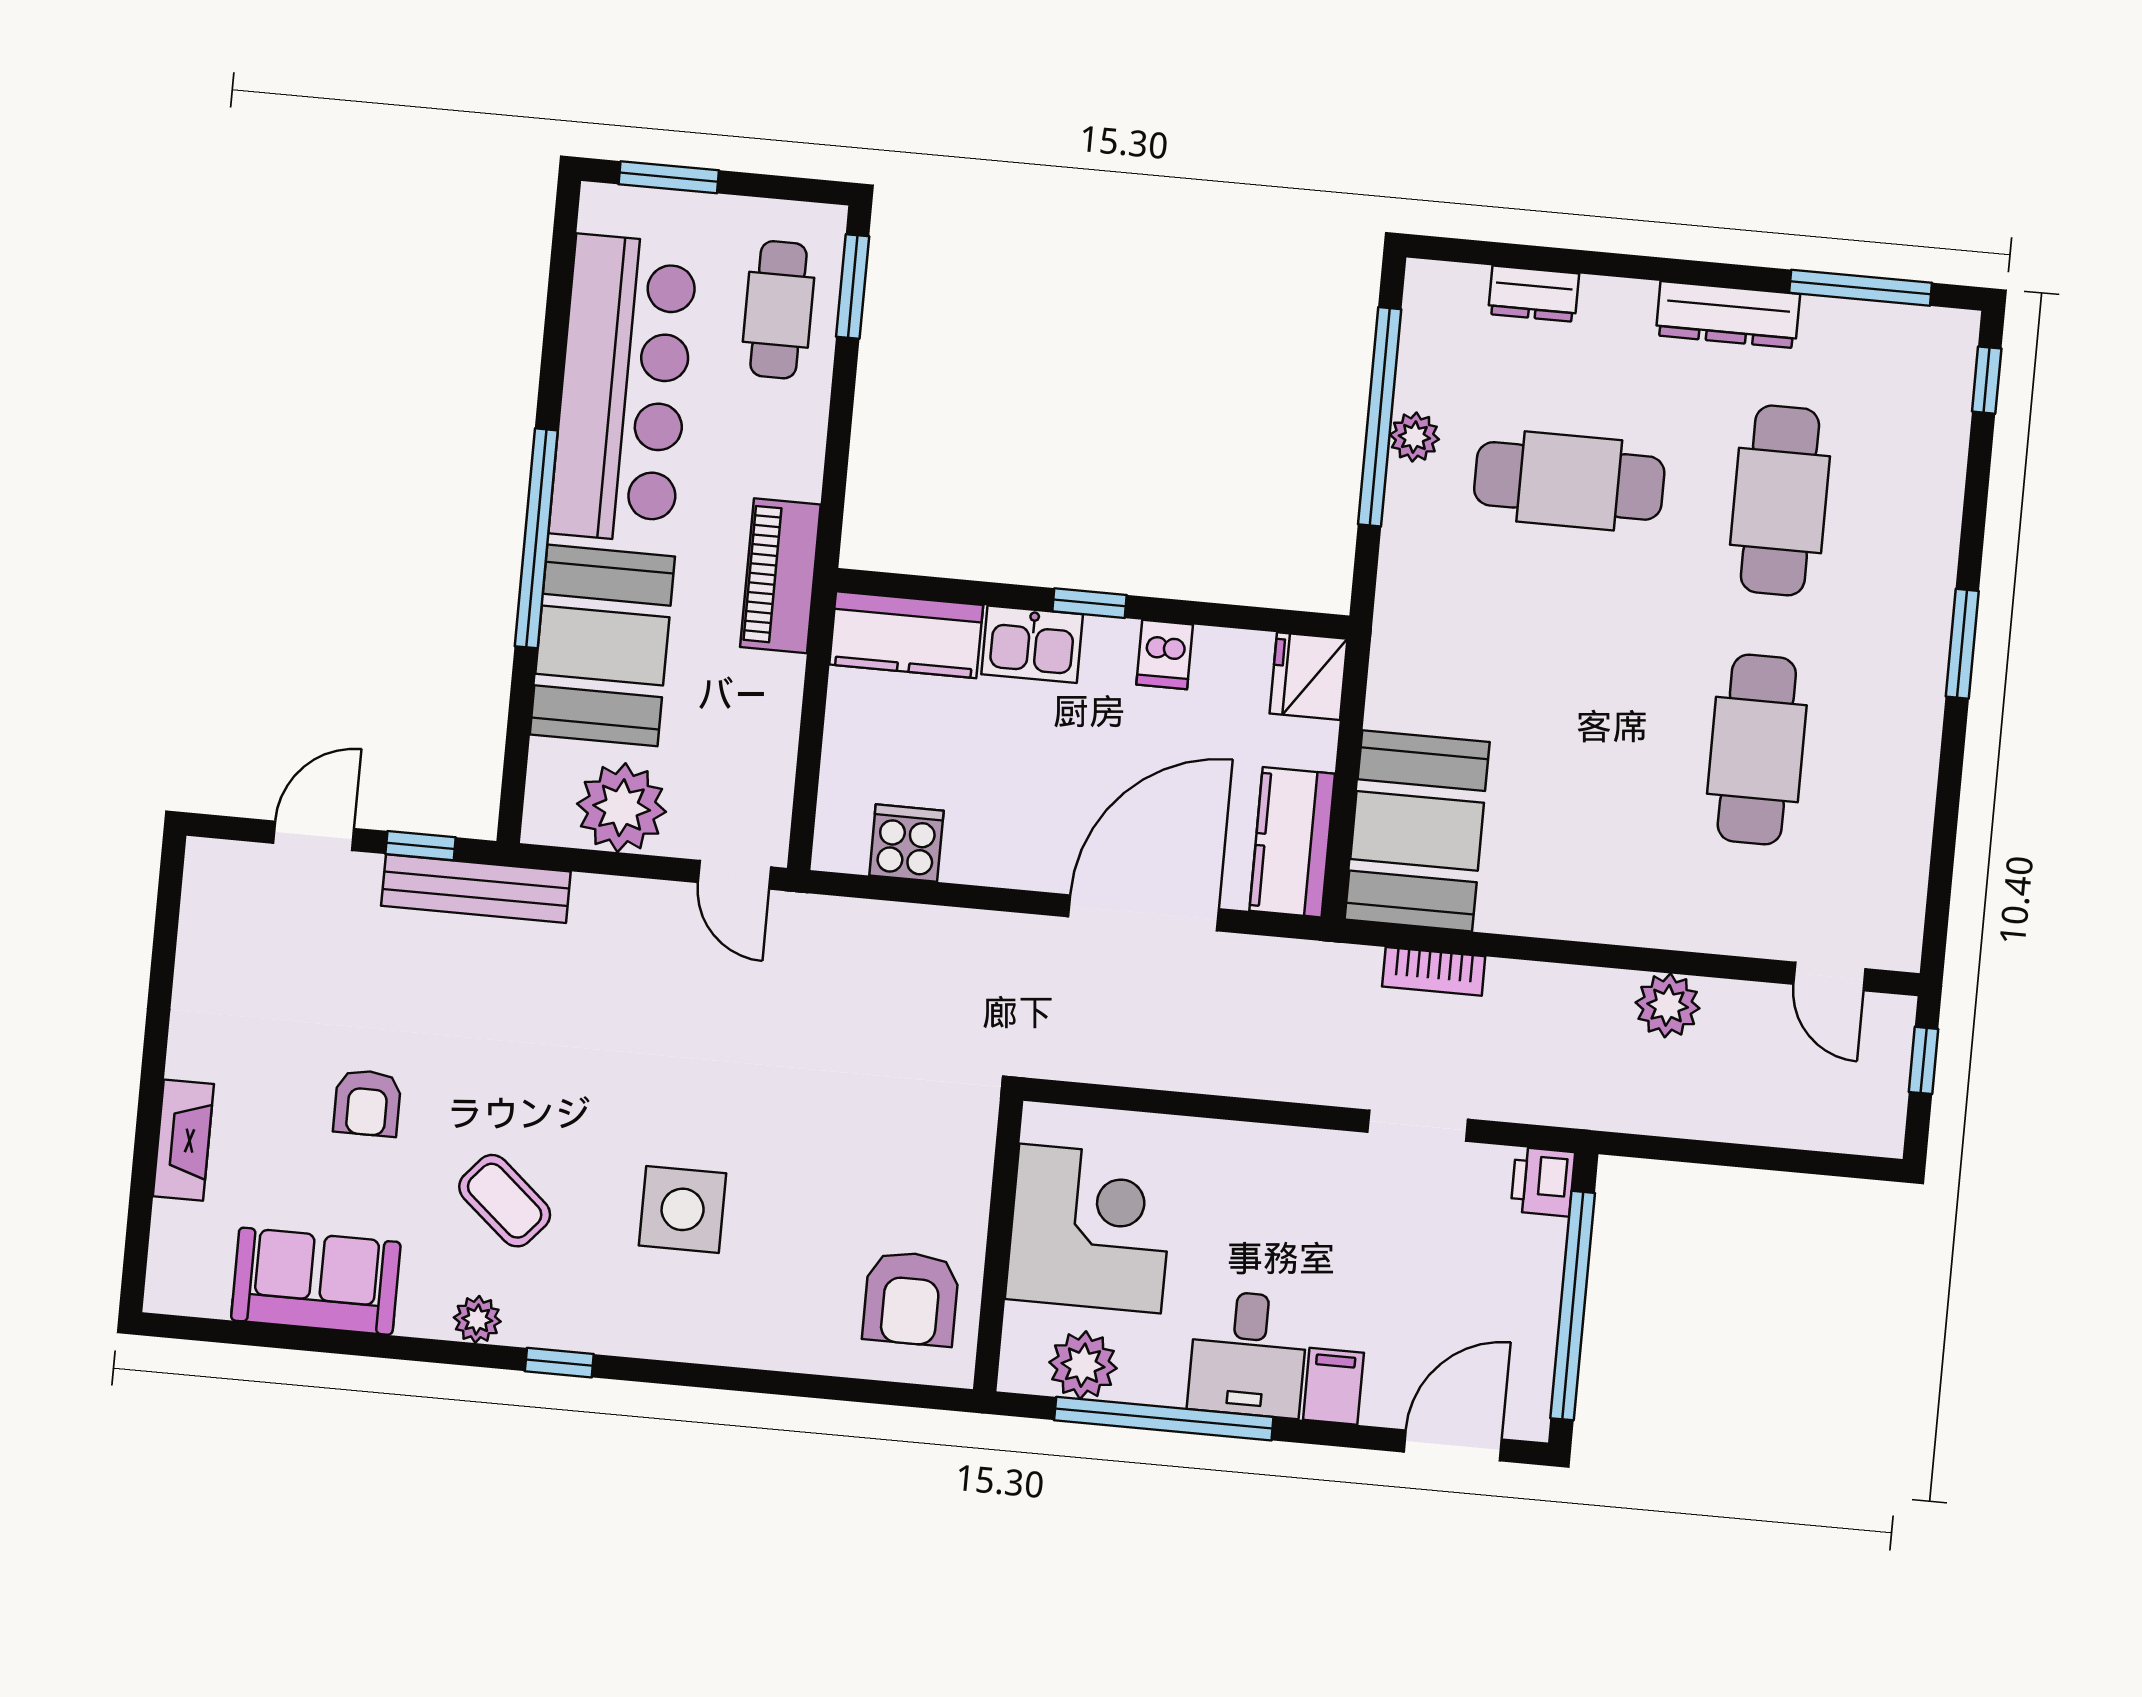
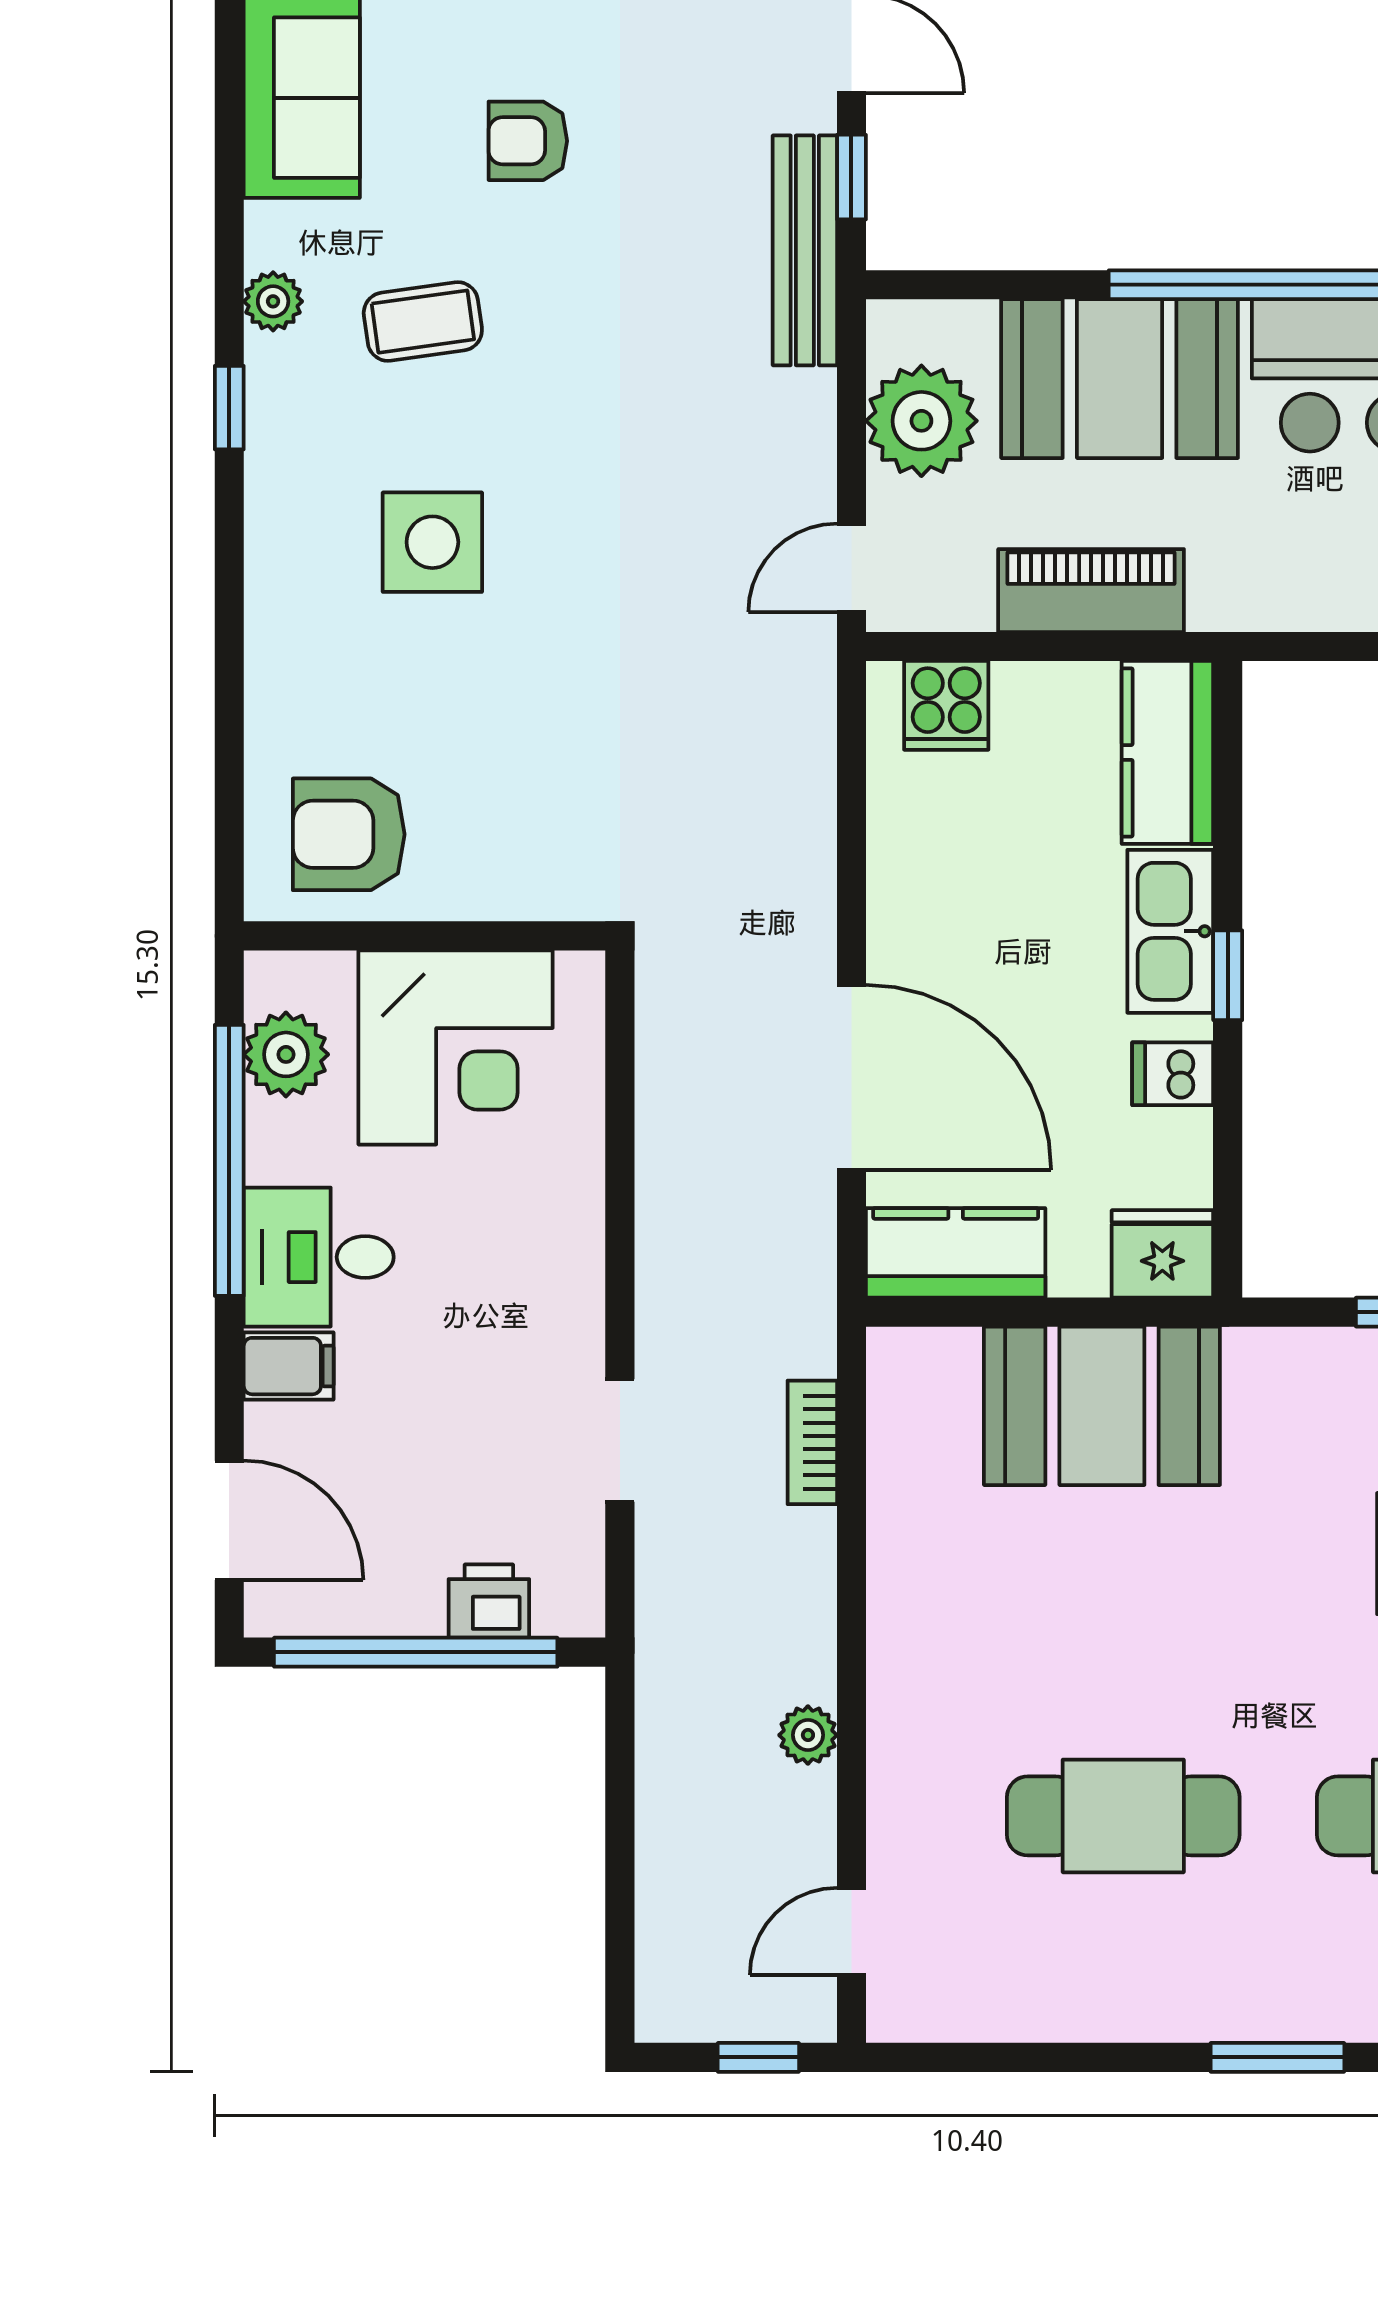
piano: (780, 576) -> (1091, 591), moved
kitchen sink: (1032, 644) -> (1170, 931), width x1.38
booth: (1417, 831) -> (1102, 1406), moved
cooker: (906, 843) -> (946, 705), moved, turned 90
plant: (1668, 1005) -> (808, 1735), width x0.73, depth x0.73
printer: (1543, 1182) -> (489, 1601), moved
coffee table: (505, 1201) -> (423, 322), turned 41

